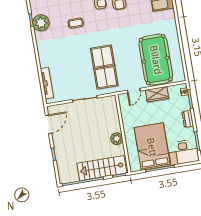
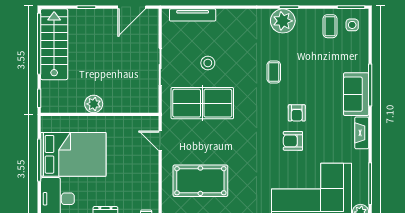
pool table: (156, 60) -> (200, 181), width x0.73, depth x0.76
stool: (77, 68) -> (208, 63), added
wardrobe: (157, 94) -> (149, 174), removed
door: (49, 124) -> (132, 7), hinge flipped
stairs: (102, 168) -> (54, 44), moved

